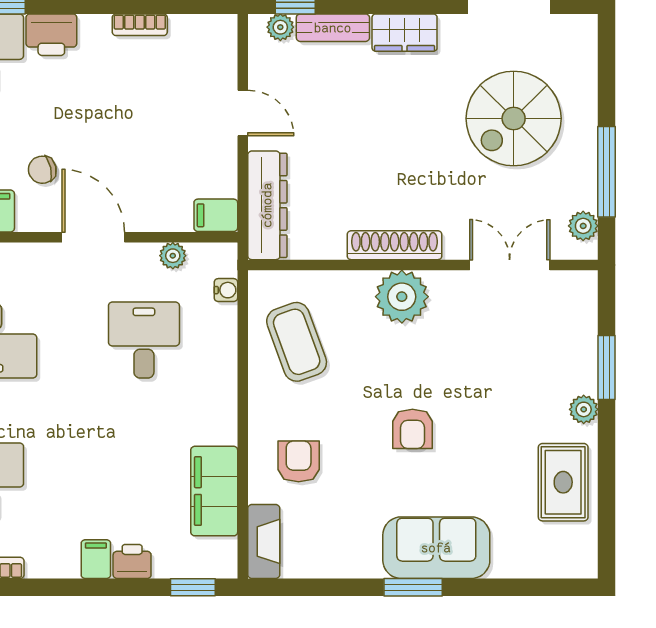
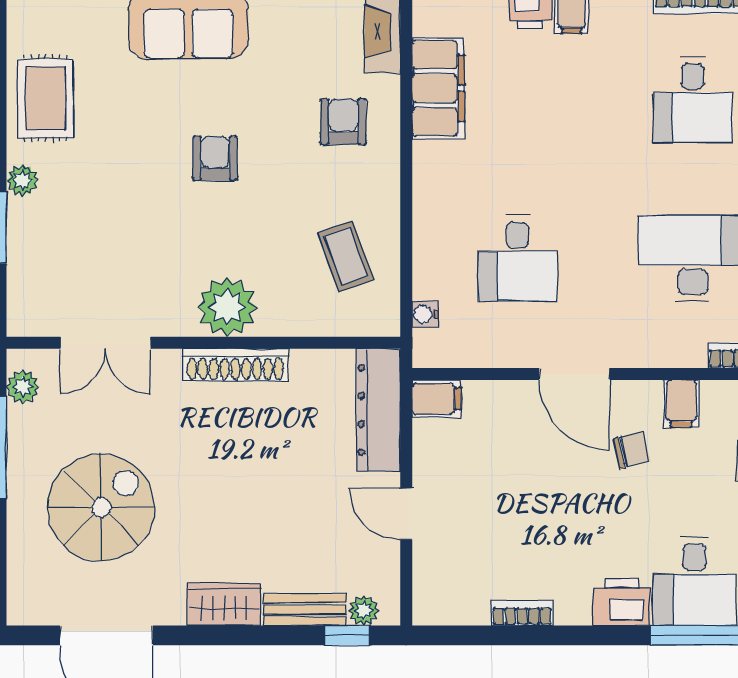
plant: (173, 256) -> (485, 353), removed
coffee table: (297, 342) -> (346, 256), width x0.73, depth x0.77
armchair: (299, 461) -> (343, 122), turned 180

